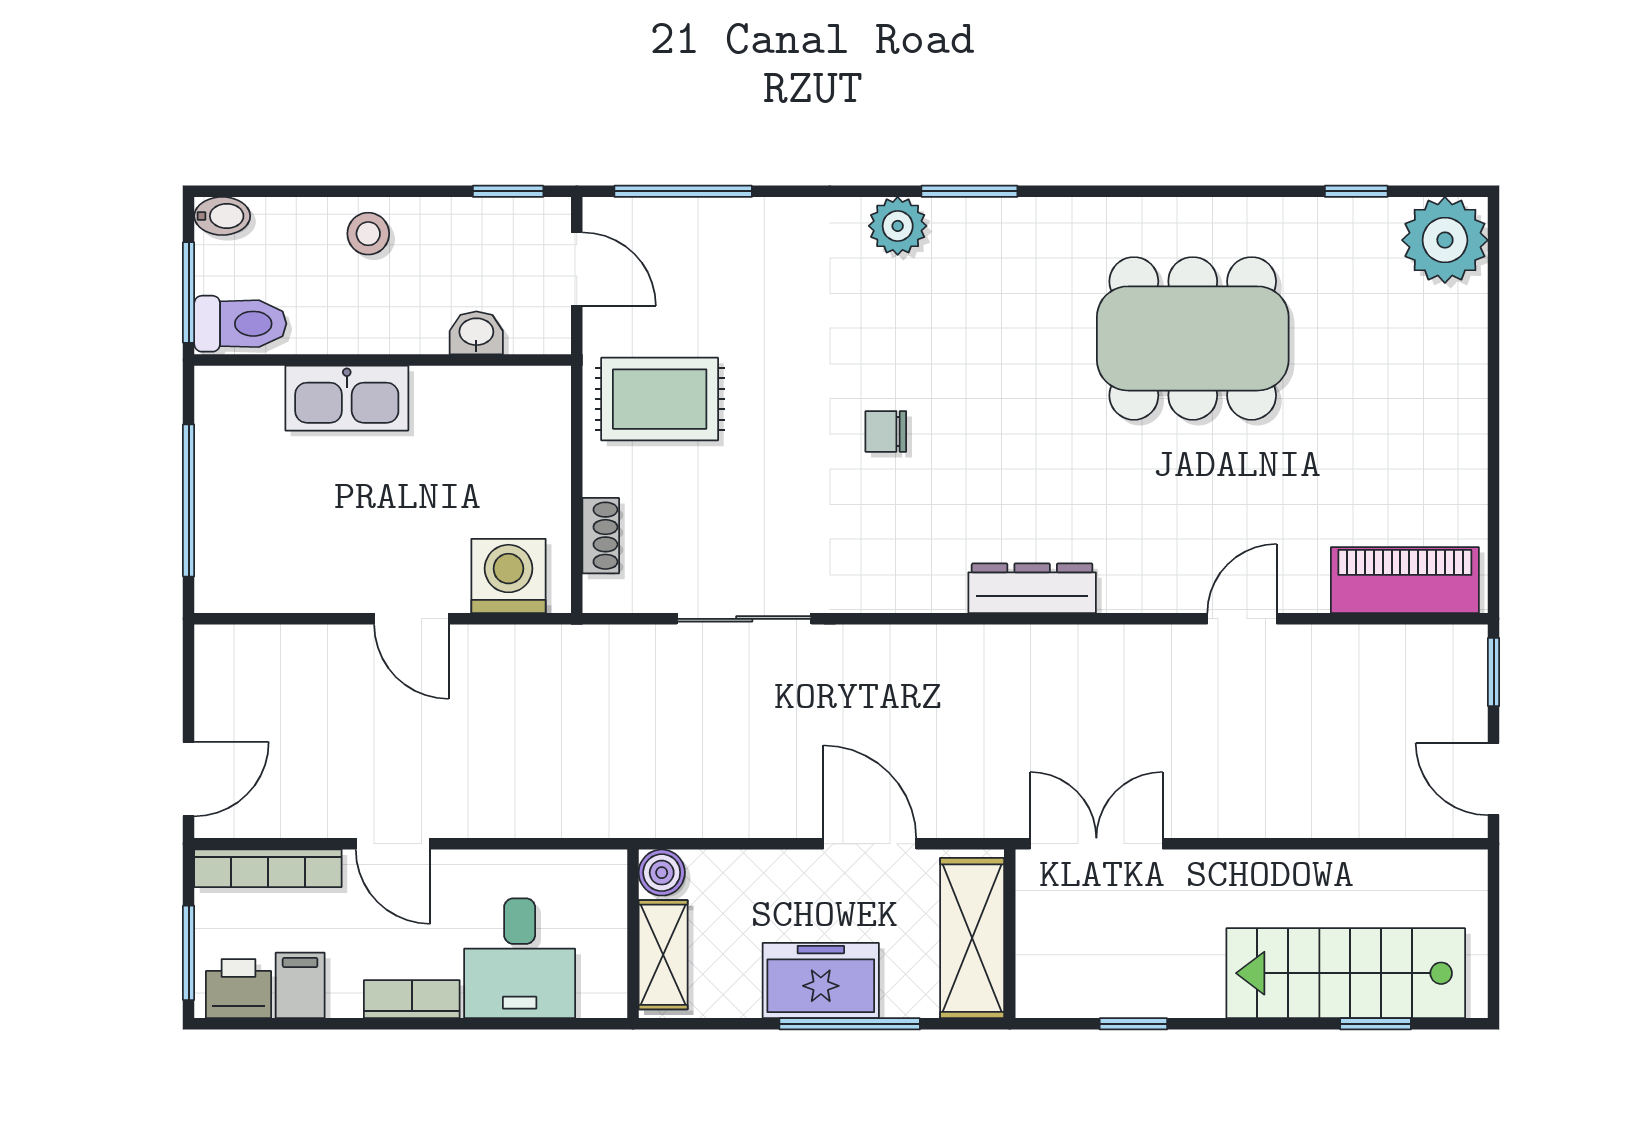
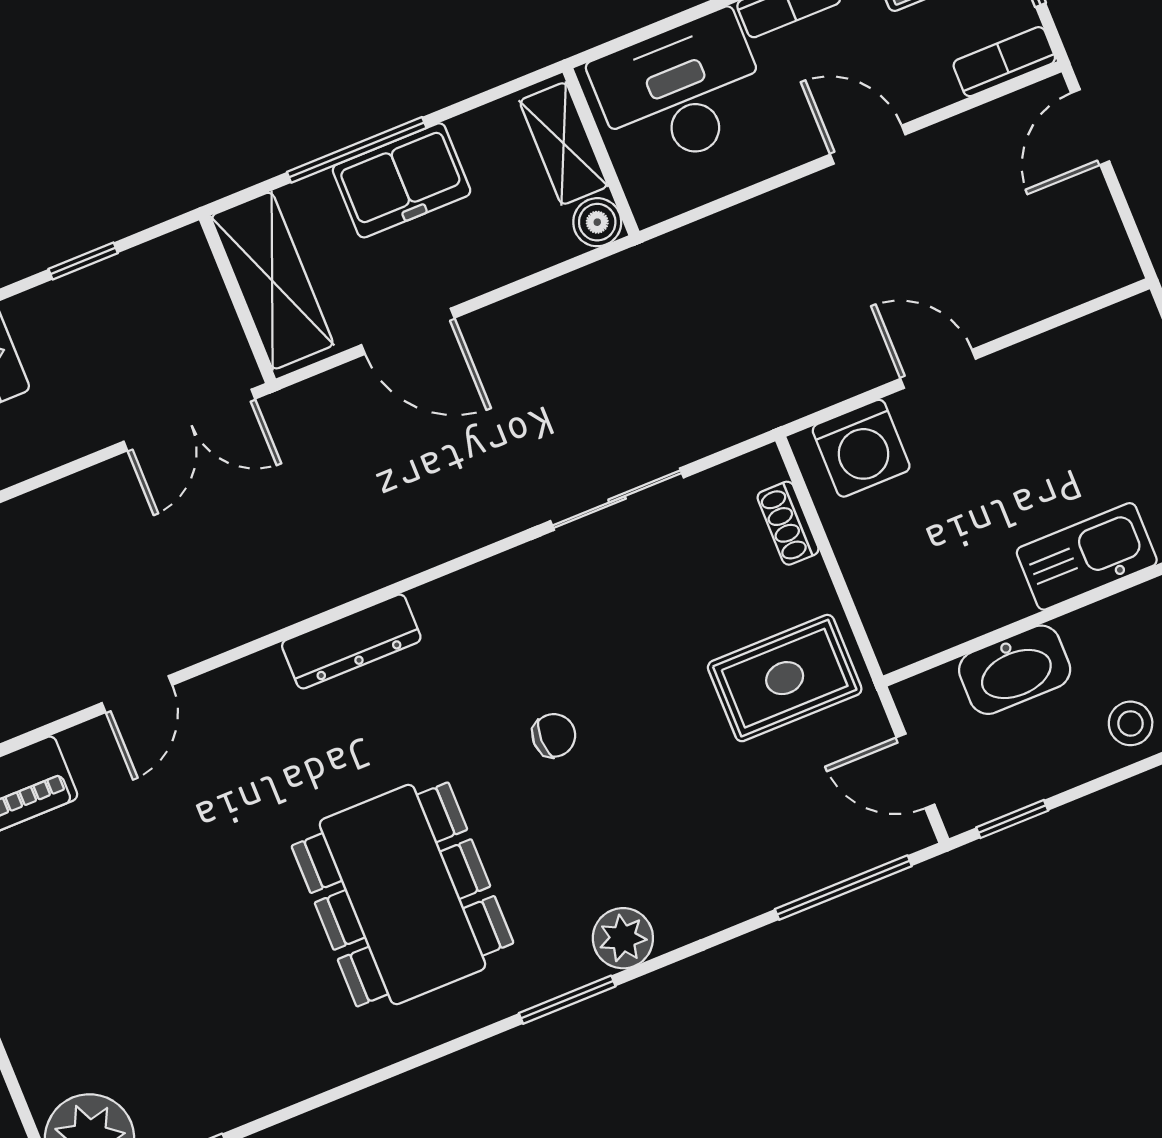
washbasin: (476, 333) -> (1015, 670), width x1.91, depth x1.45
dining table: (1193, 338) -> (402, 894), moved, turned 90
bookcase: (268, 868) -> (1004, 62), width x0.64
desk: (520, 958) -> (681, 92), width x1.37

